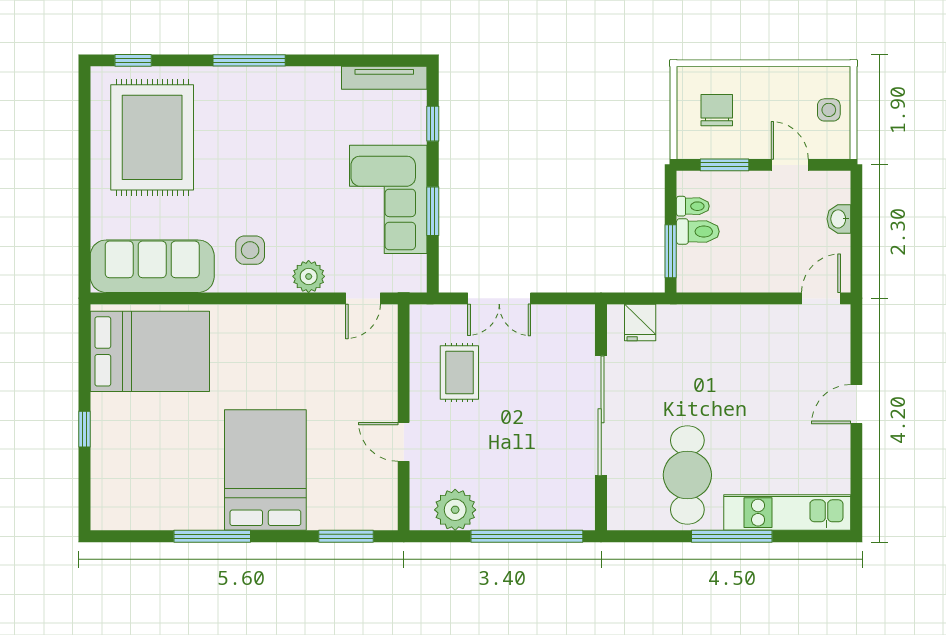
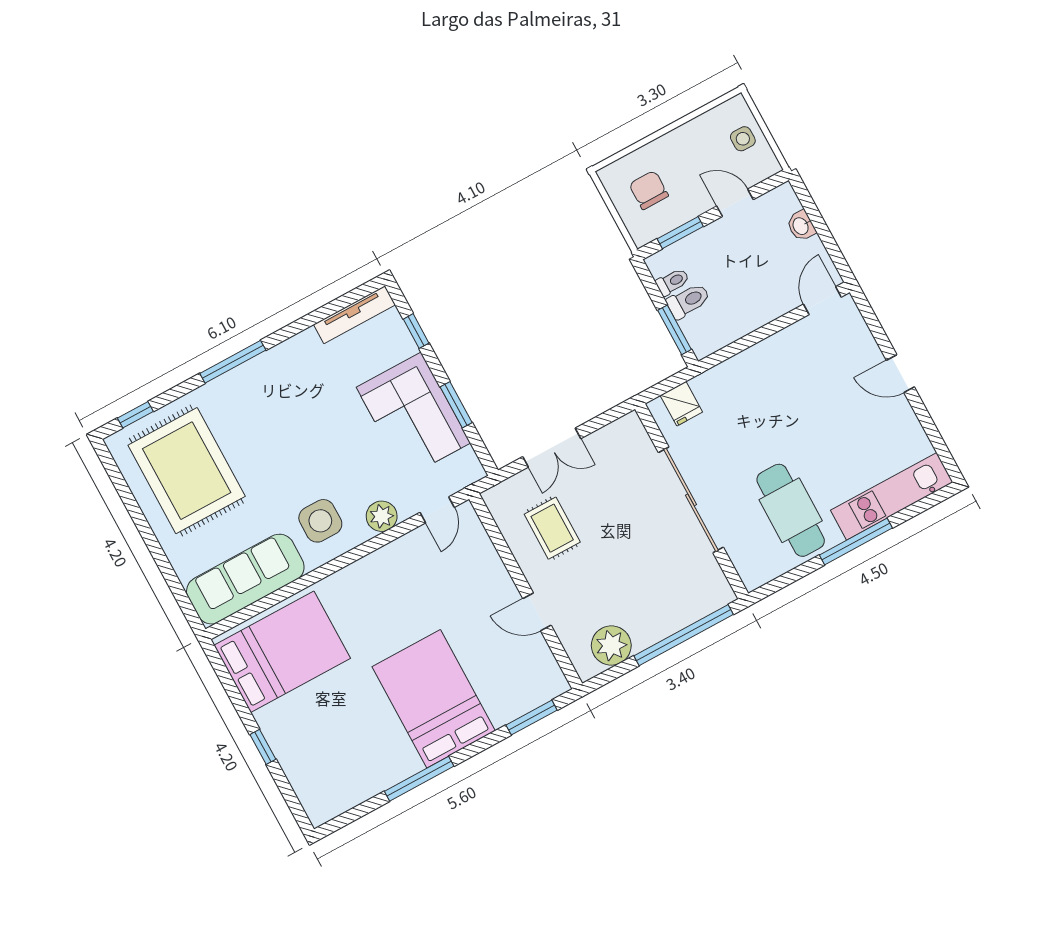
side table: (250, 250) -> (320, 521), width x1.37, depth x1.37
door: (856, 404) -> (900, 374), hinge flipped

